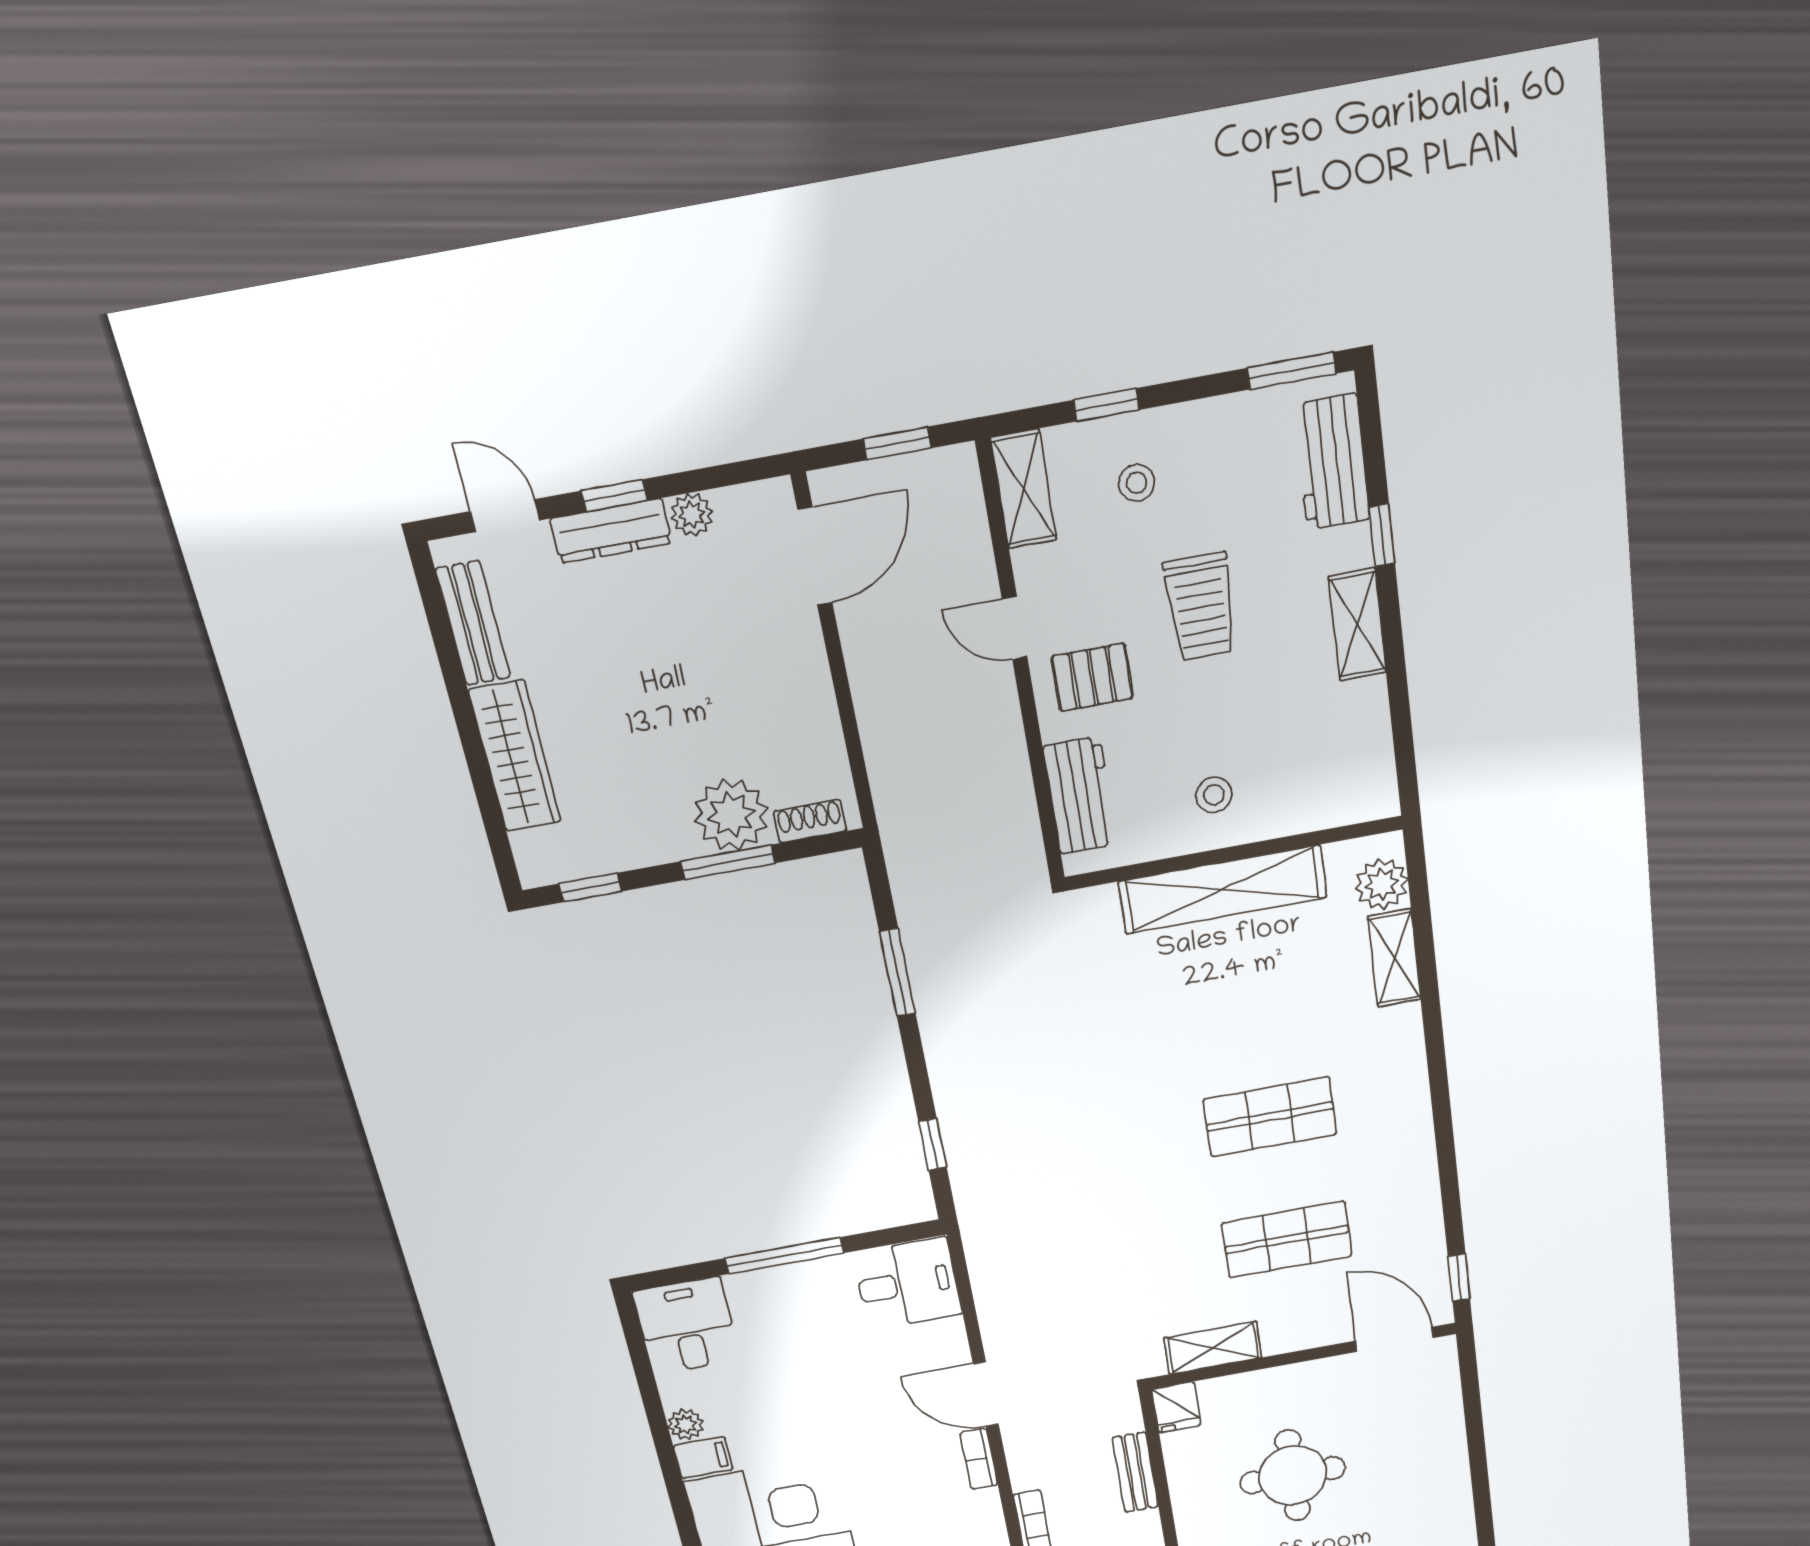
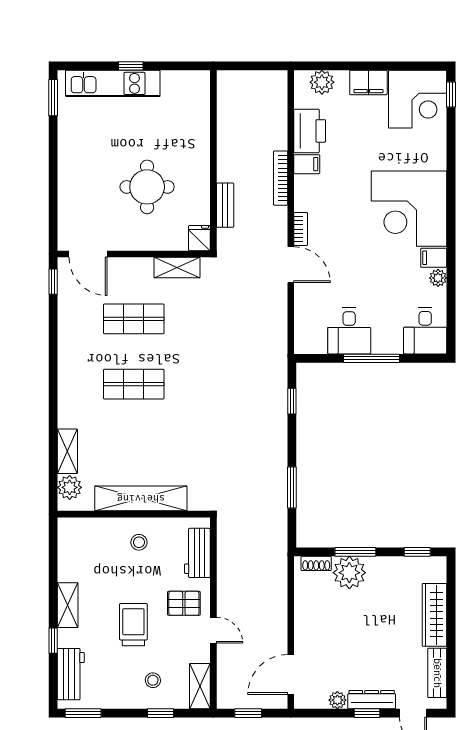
desk: (908, 1284) -> (349, 331), moved, turned -90

